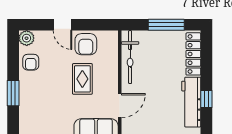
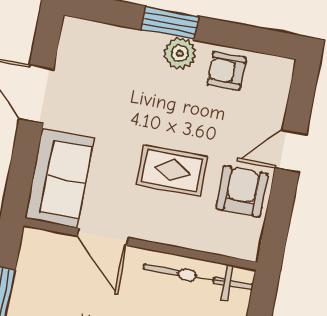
plant: (27, 38) -> (180, 53), moved
armchair: (86, 44) -> (242, 191), turned 90

